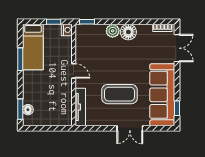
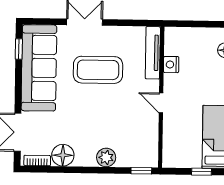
window: (54, 22) -> (202, 172), moved
nightstand: (67, 30) -> (171, 65), moved
floor lamp: (128, 32) -> (63, 155), moved

